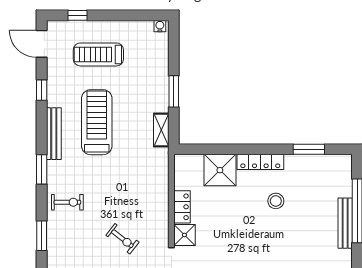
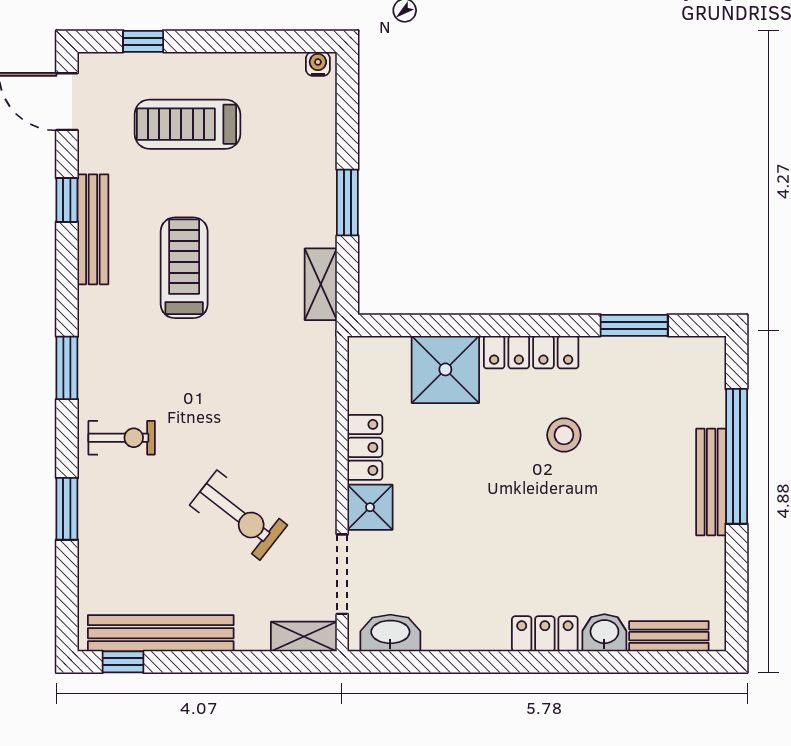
treadmill: (97, 122) -> (184, 268), width x0.73, depth x0.73
bench: (54, 134) -> (93, 229), moved
exercise bike: (122, 239) -> (238, 515), width x1.38, depth x1.39

